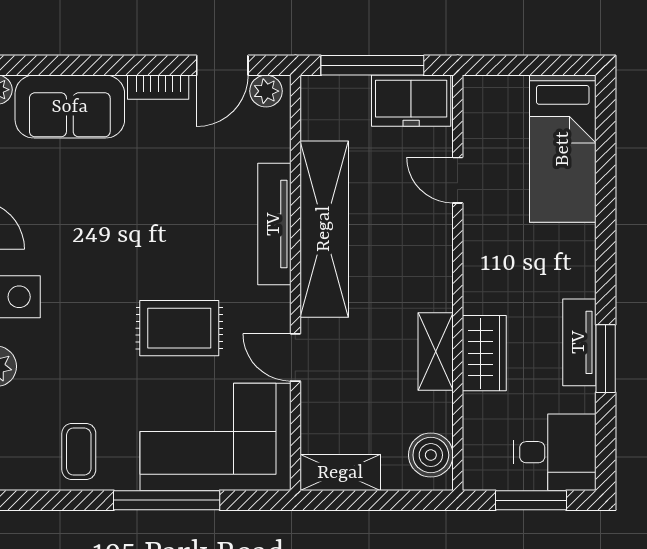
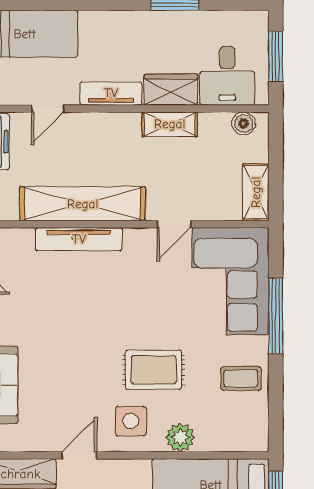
rug: (179, 328) -> (154, 370), moved, turned 90
tv unit: (579, 342) -> (111, 93), moved, turned 180
desk: (555, 452) -> (227, 76), moved, turned 180
boiler: (431, 455) -> (243, 123), width x0.73, depth x0.73

